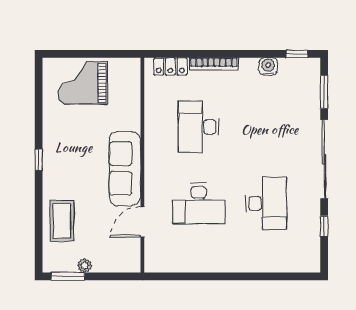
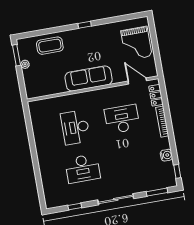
grand piano: (82, 83) -> (136, 43), turned 180
sliding door: (324, 159) -> (116, 199), width x0.73
door: (142, 222) -> (137, 81), moved

